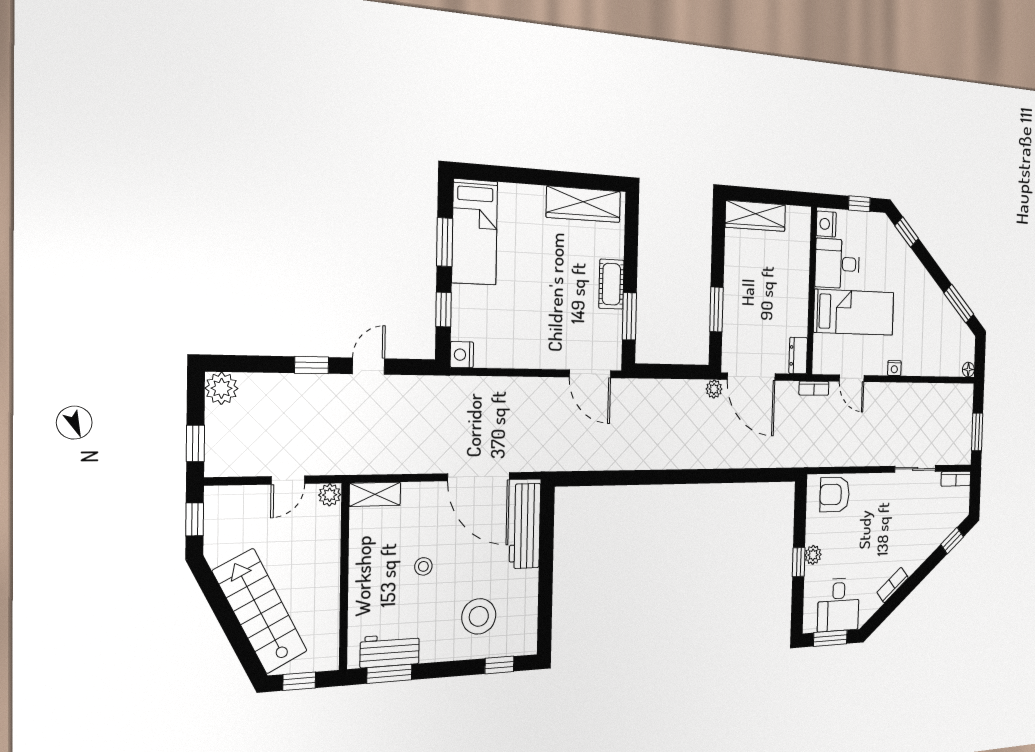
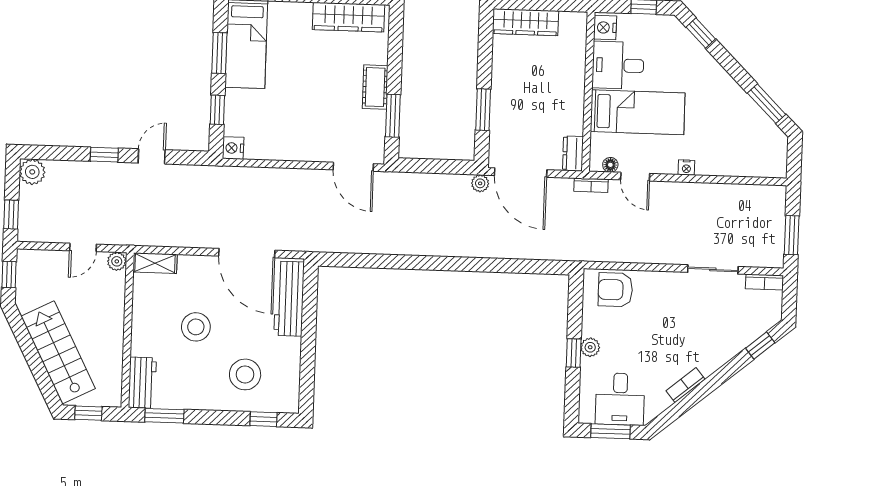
floor lamp: (968, 370) -> (610, 165), moved
stool: (423, 566) -> (196, 327), width x1.89, depth x1.89
workbench: (390, 650) -> (142, 383), moved, turned 90

